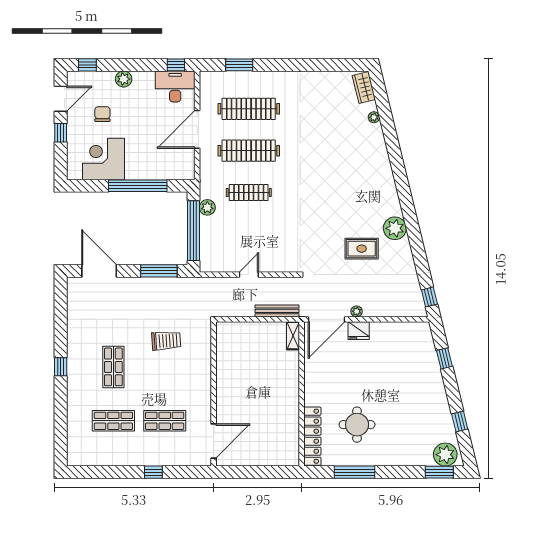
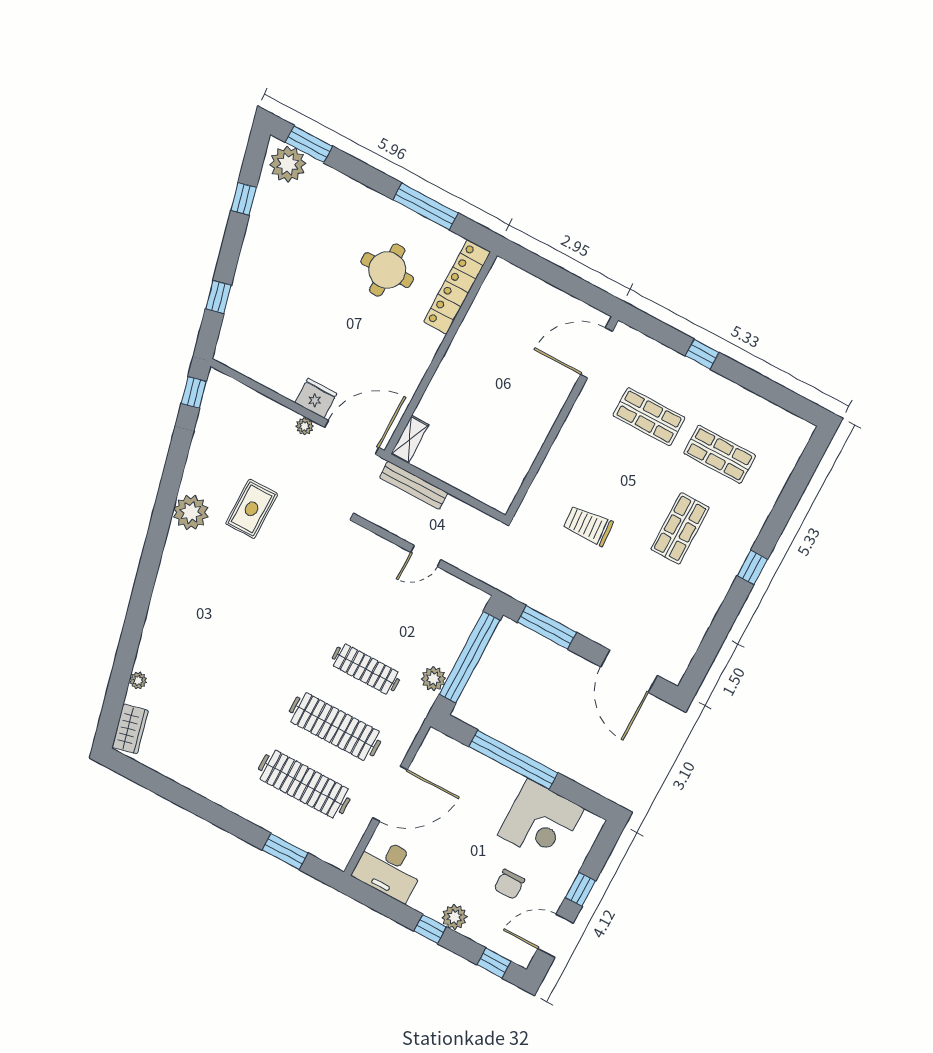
window: (176, 65) -> (430, 929), moved
rug: (362, 249) -> (252, 509), turned 90

